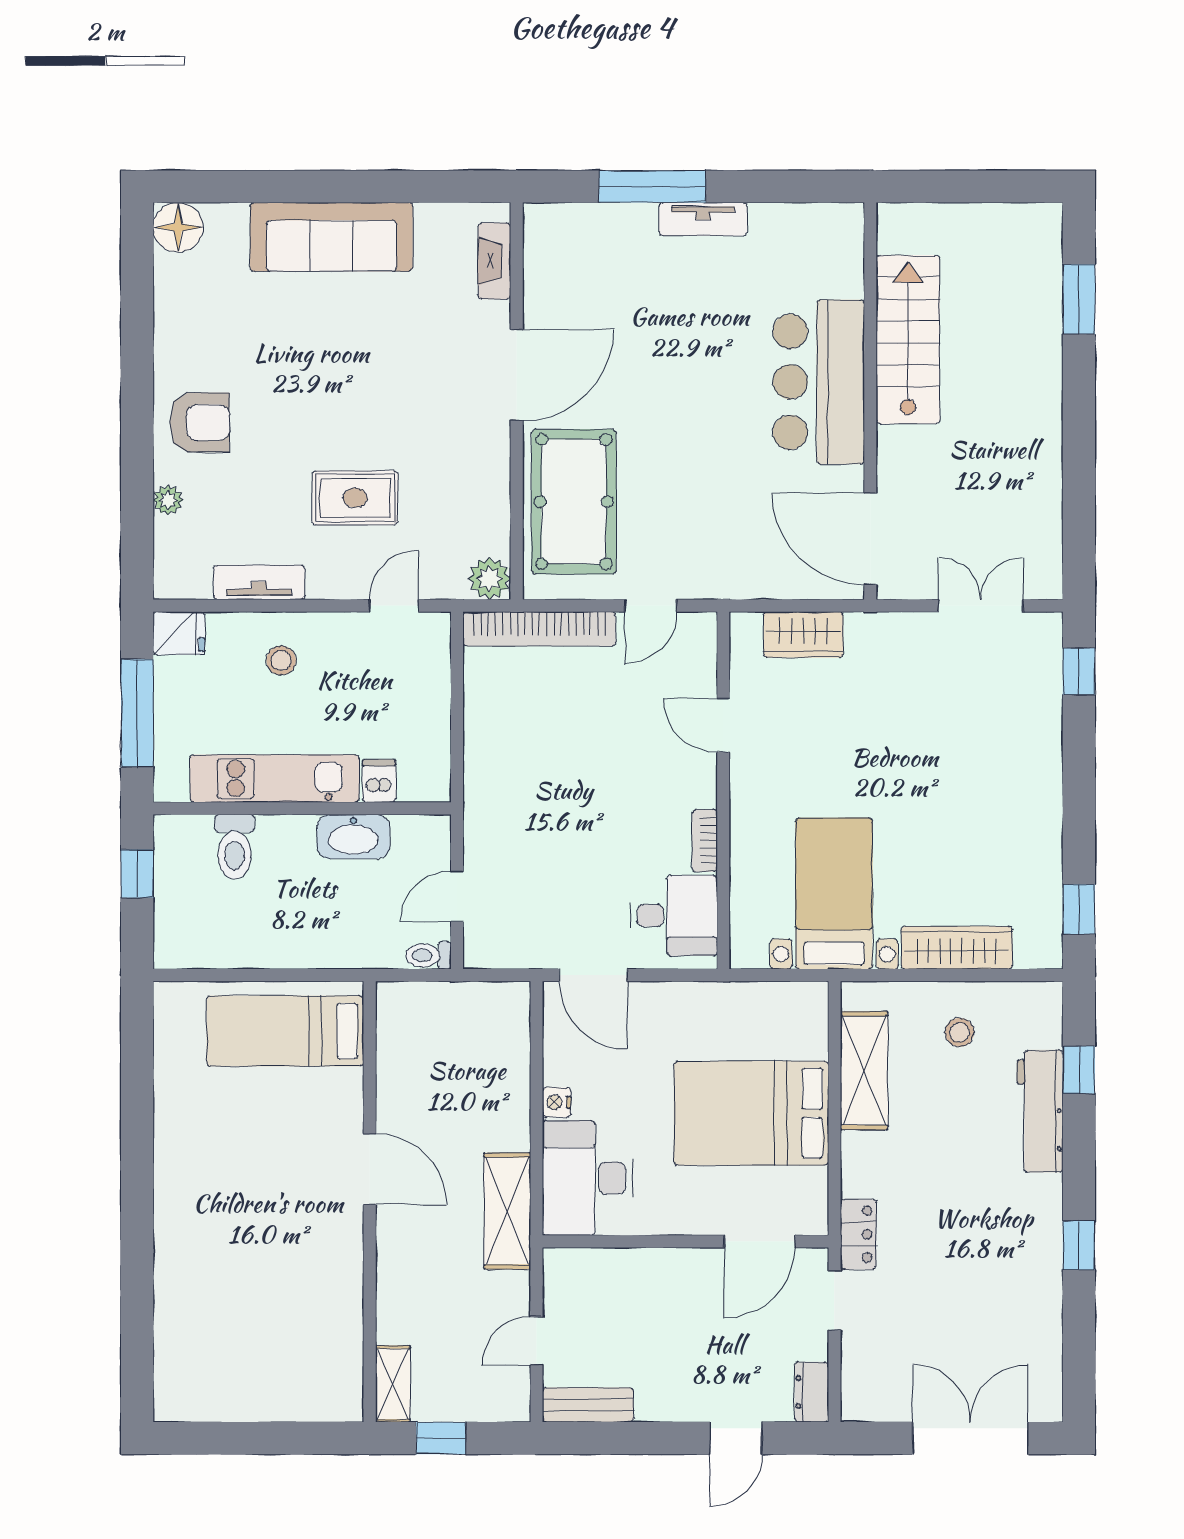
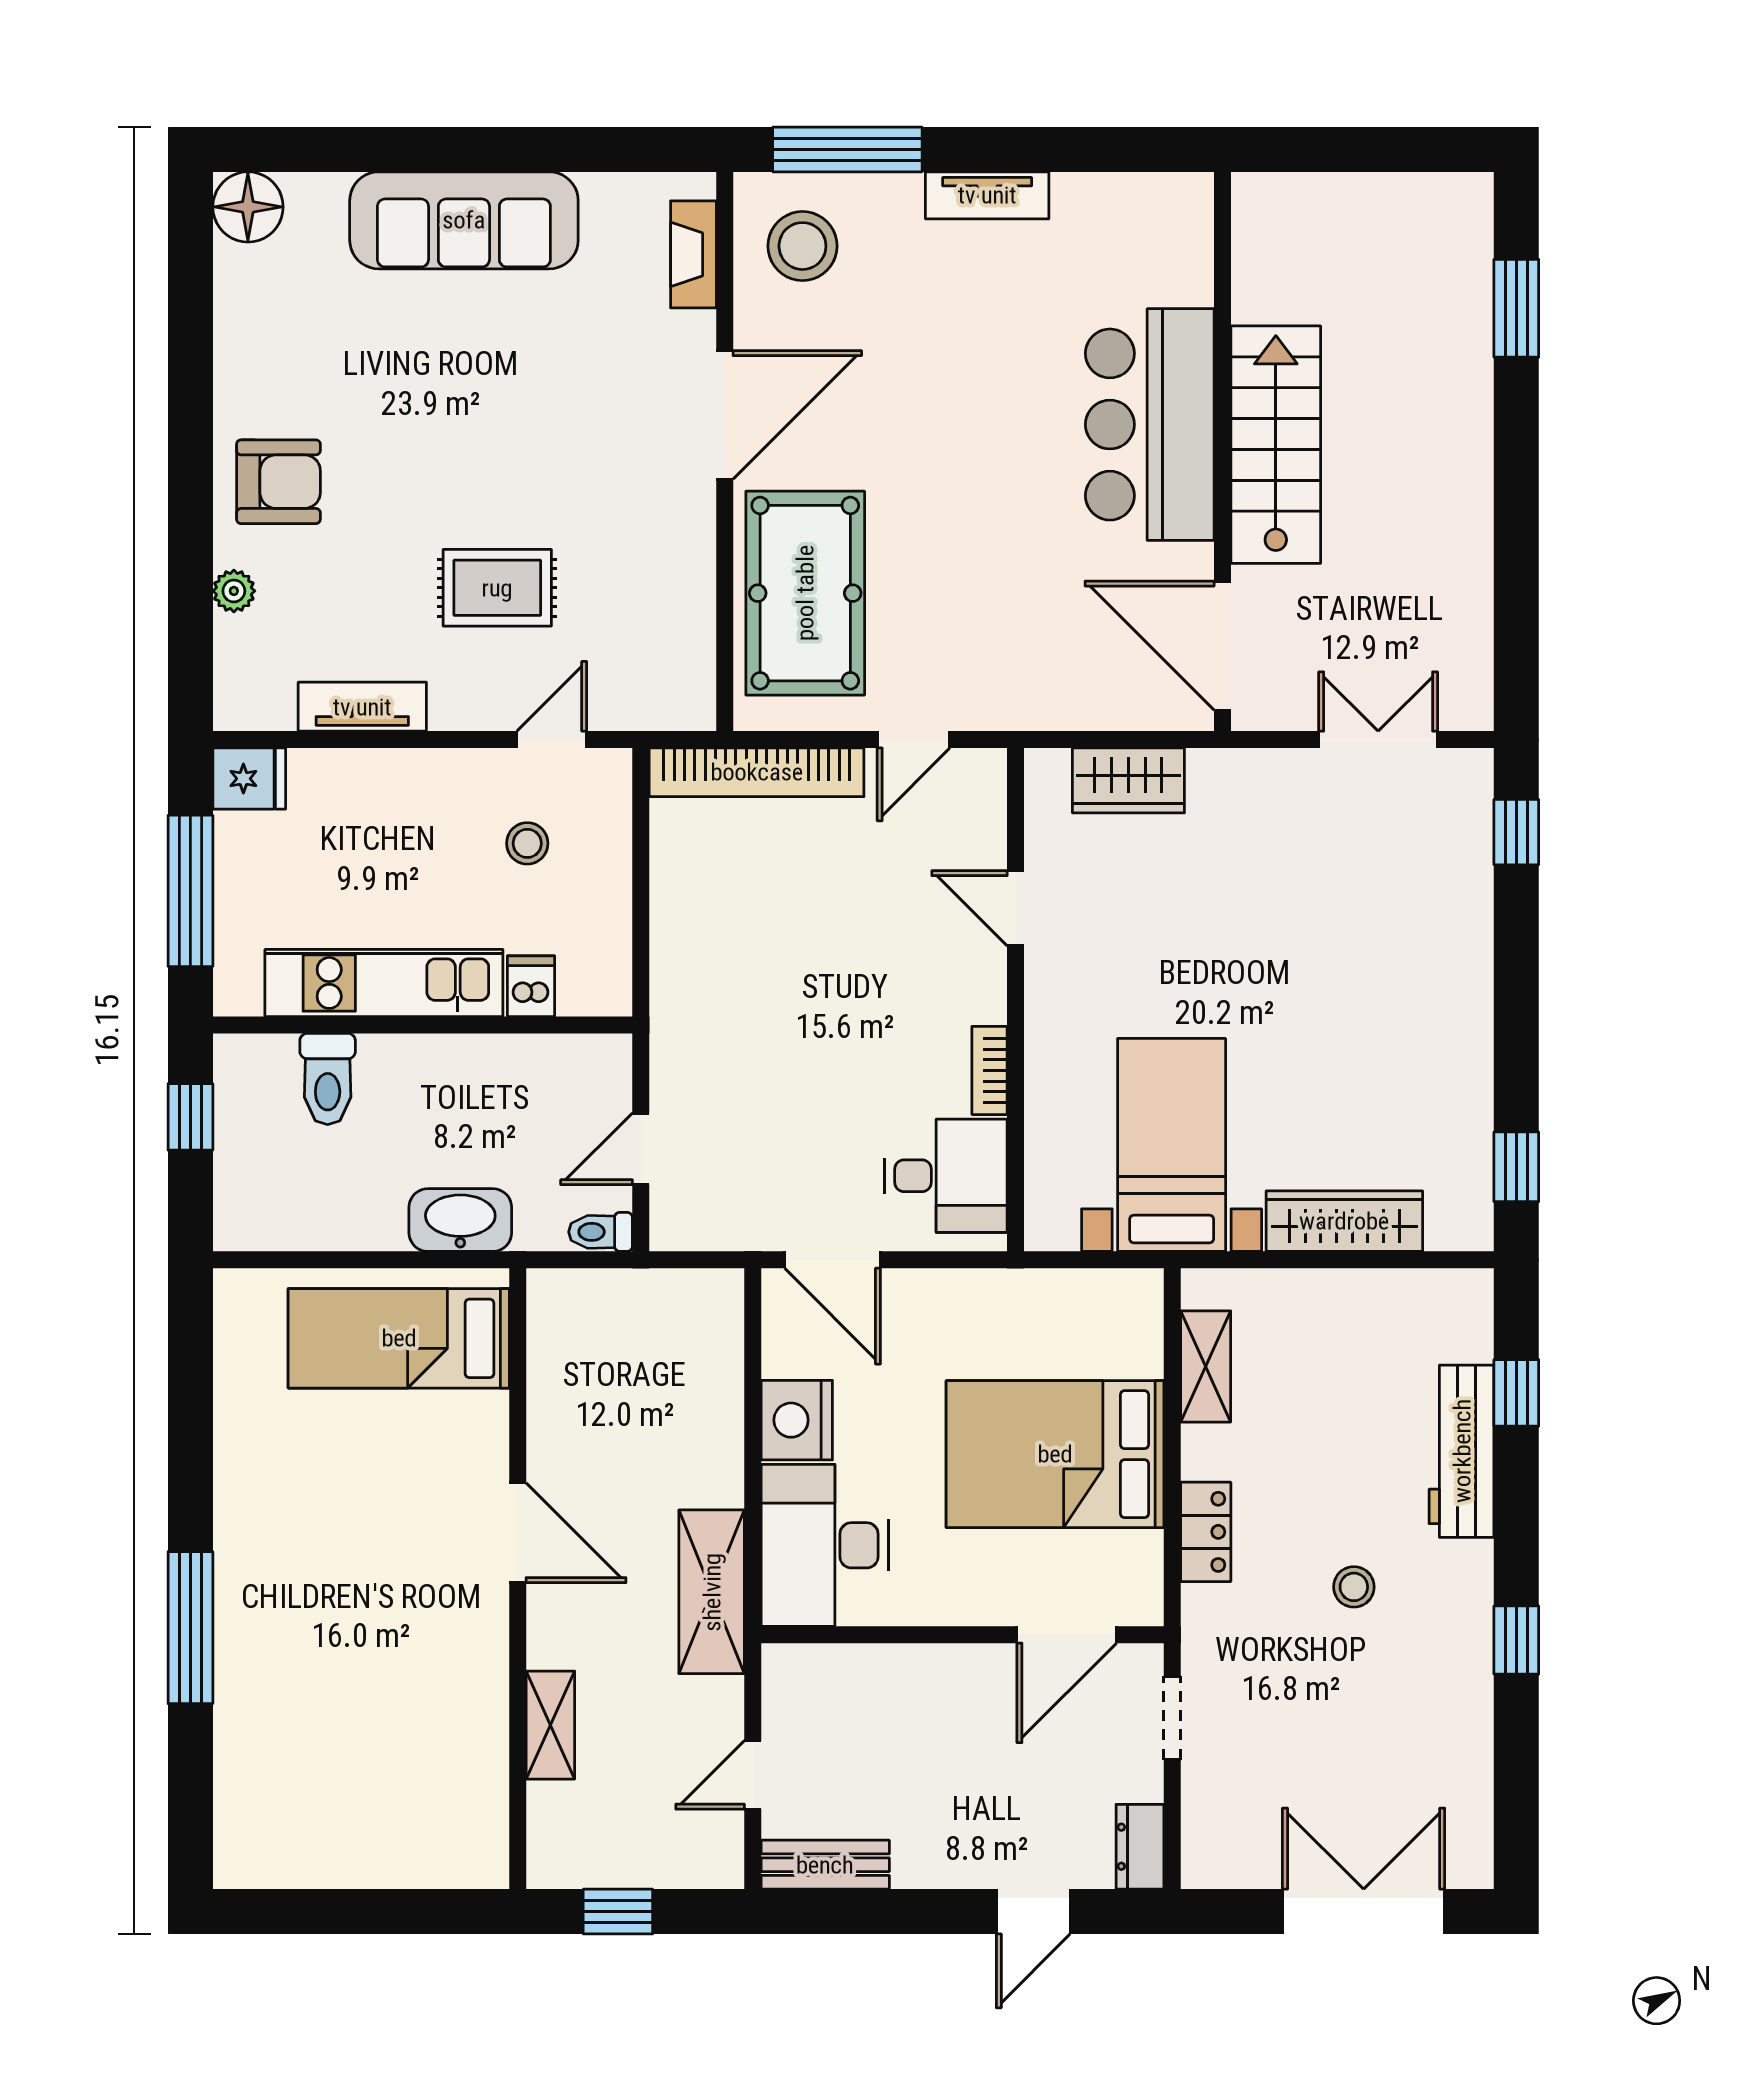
window: (652, 186) -> (847, 149), moved
stool: (572, 255) -> (802, 246), added
stairs: (908, 340) -> (1276, 445), moved
plant: (489, 578) -> (686, 701), removed
stool: (281, 660) -> (527, 843), moved
washbasin: (353, 837) -> (460, 1220), moved, turned 180
stool: (960, 1032) -> (1354, 1587), moved
shelving: (864, 1071) -> (1206, 1366), width x0.67, depth x0.75
nightstand: (557, 1102) -> (797, 1420), width x1.89, depth x1.79
locker: (858, 1234) -> (1206, 1532), moved
window: (137, 1236) -> (190, 1628), added
shelving: (393, 1384) -> (550, 1725), moved

